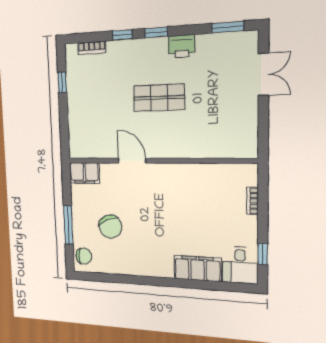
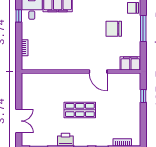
double door: (263, 74) -> (19, 121), swing flipped
window: (62, 82) -> (143, 96), moved
chair: (110, 227) -> (114, 29), turned -67

